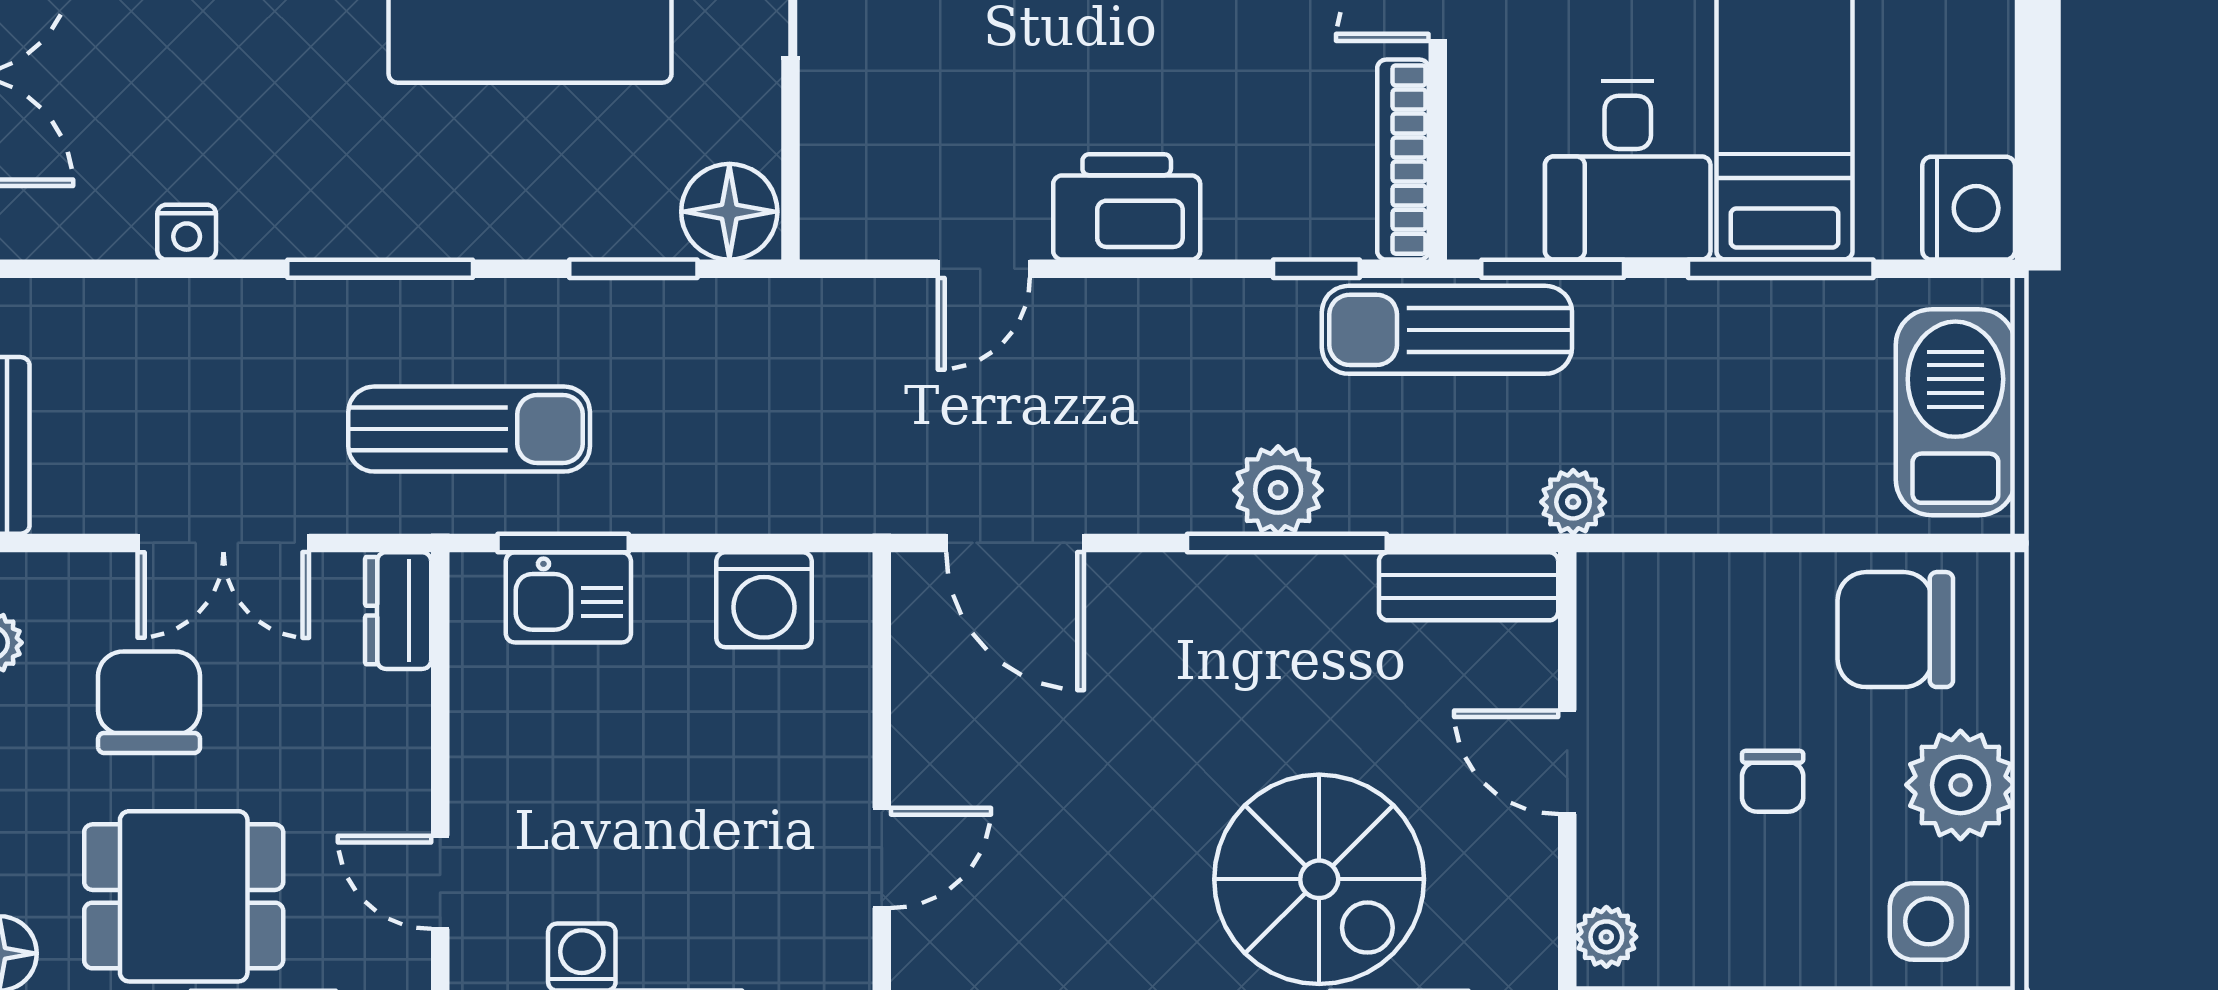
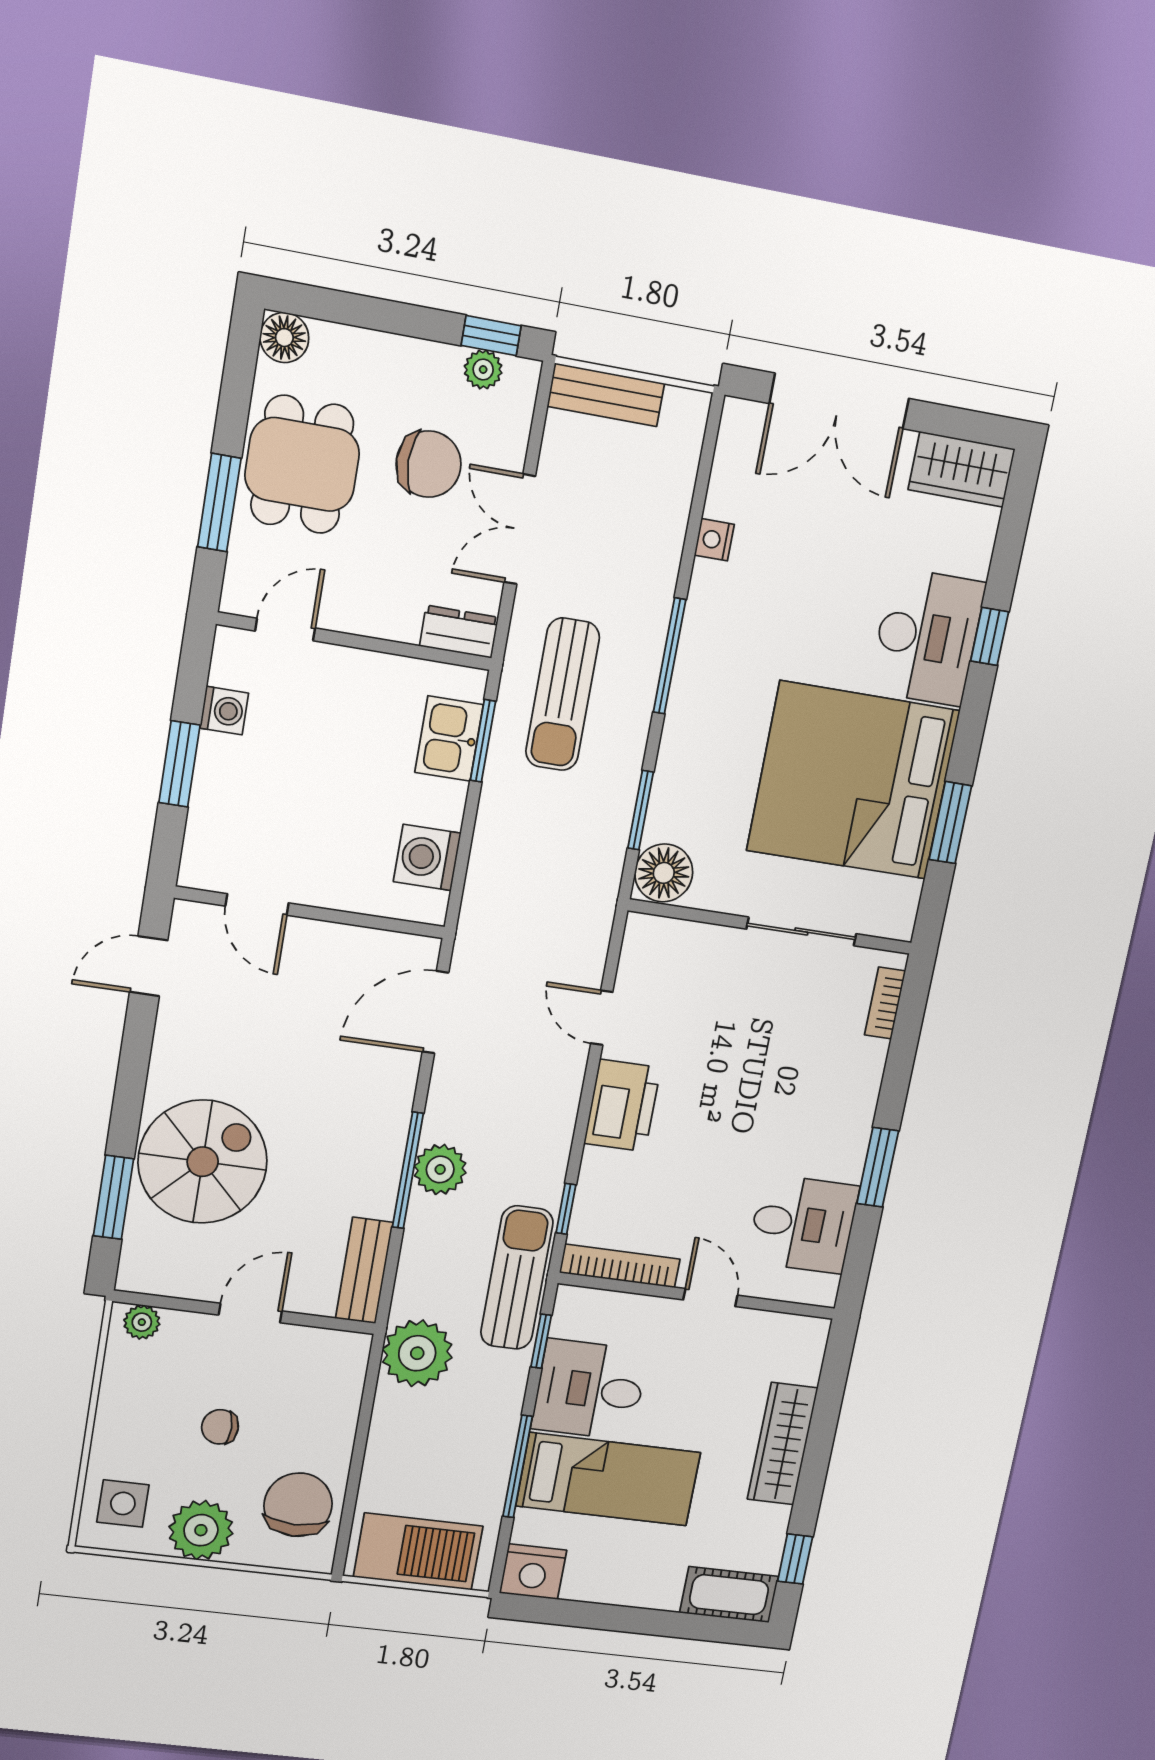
window: (1553, 269) -> (541, 1341), width x0.67
plant: (1573, 502) -> (417, 1353), width x1.87, depth x1.87
spiral stairs: (1319, 879) -> (203, 1162), turned 180

